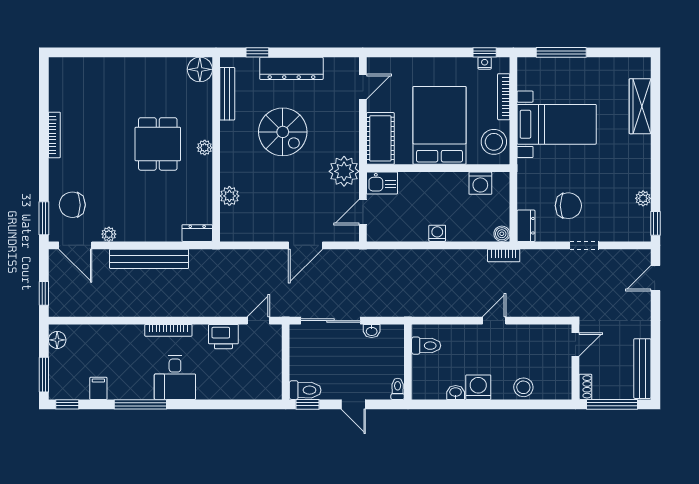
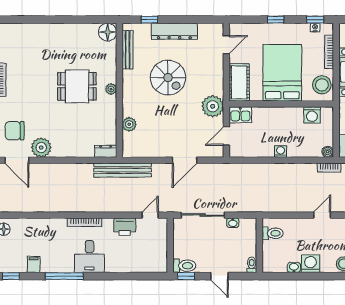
window: (430, 52) -> (276, 20), added
dining table: (158, 144) -> (77, 86), turned 90
plant: (109, 234) -> (41, 148), width x1.88, depth x1.88
bench: (149, 259) -> (123, 170), moved

